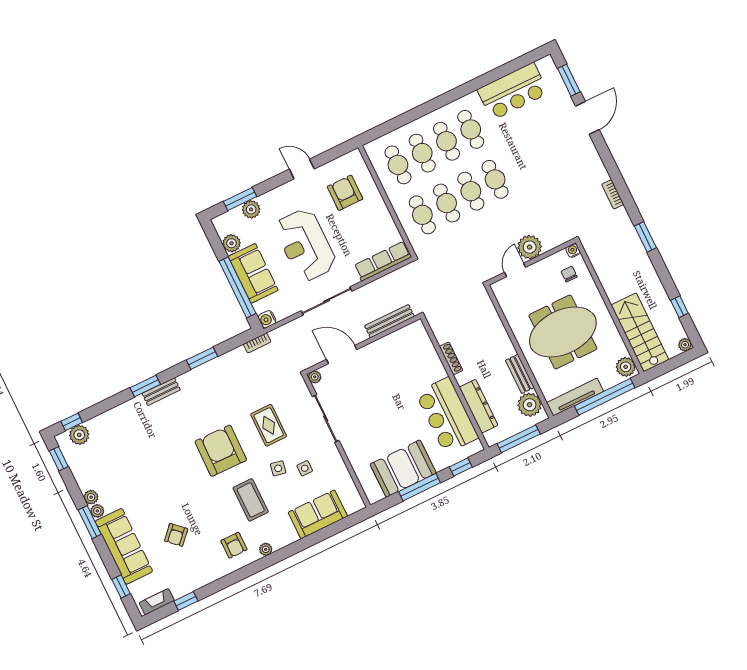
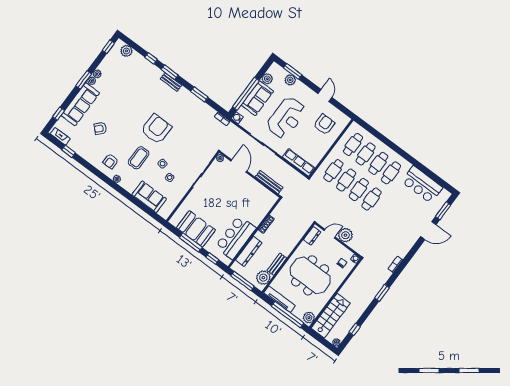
reception desk: (305, 245) -> (286, 118), turned 180
dresser: (504, 298) -> (312, 236), added
window: (72, 422) -> (151, 58), moved
rug: (269, 425) -> (182, 147), removed

